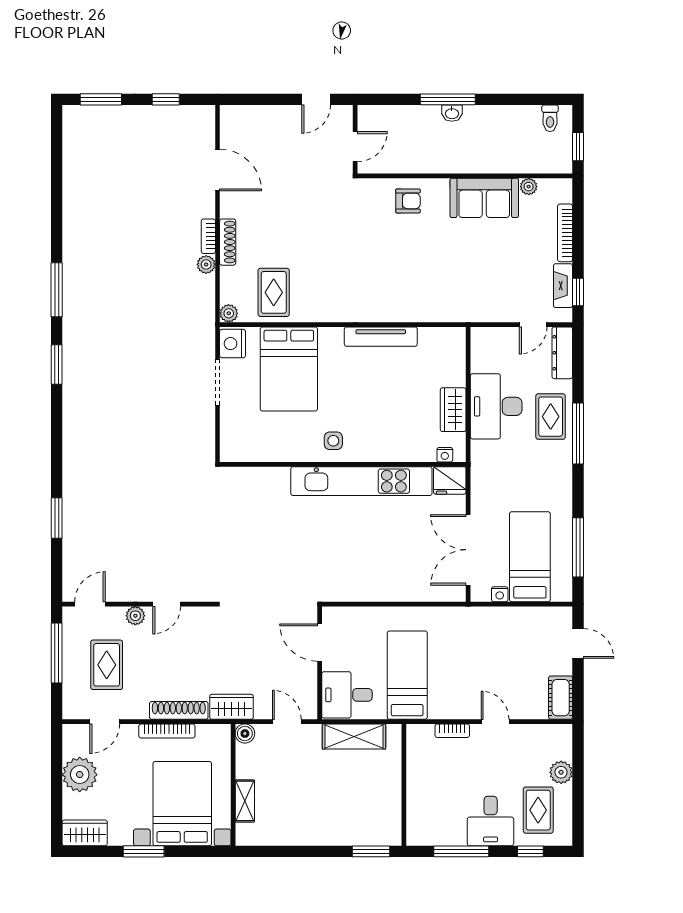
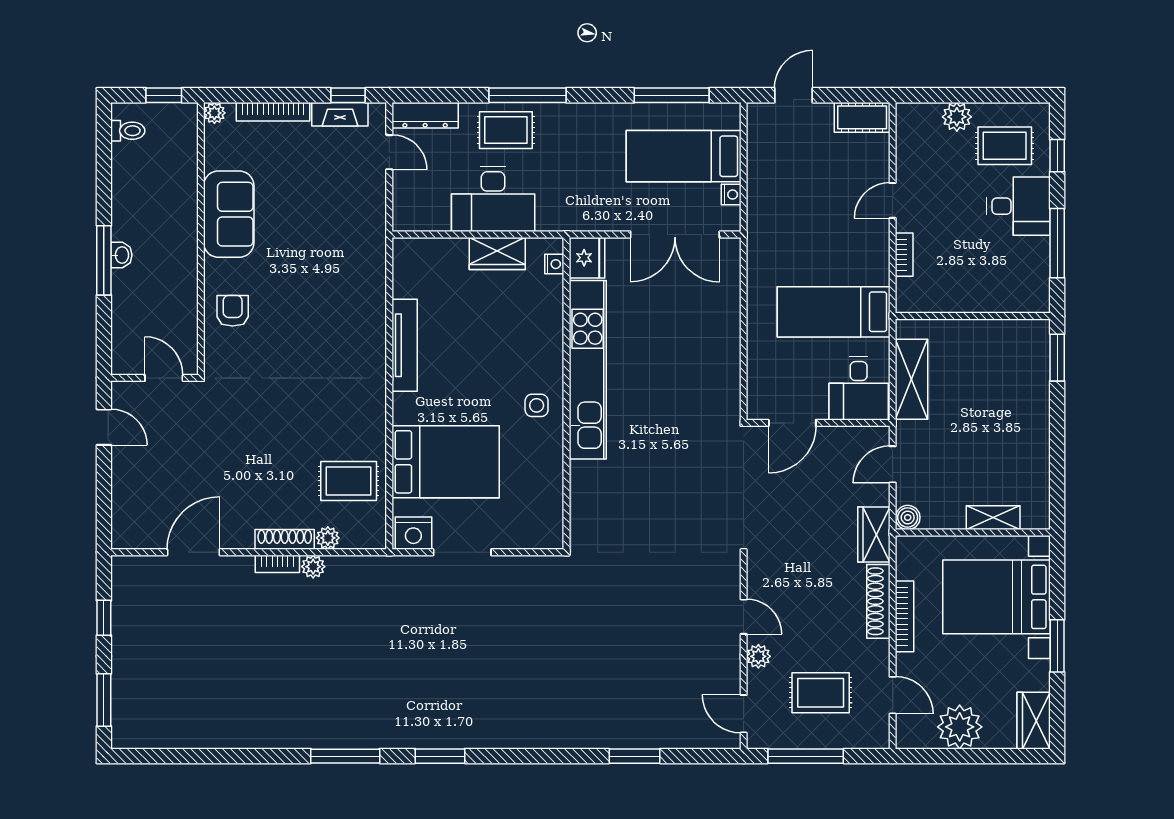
plant: (529, 187) -> (214, 113), moved
plant: (229, 313) -> (328, 538), moved

